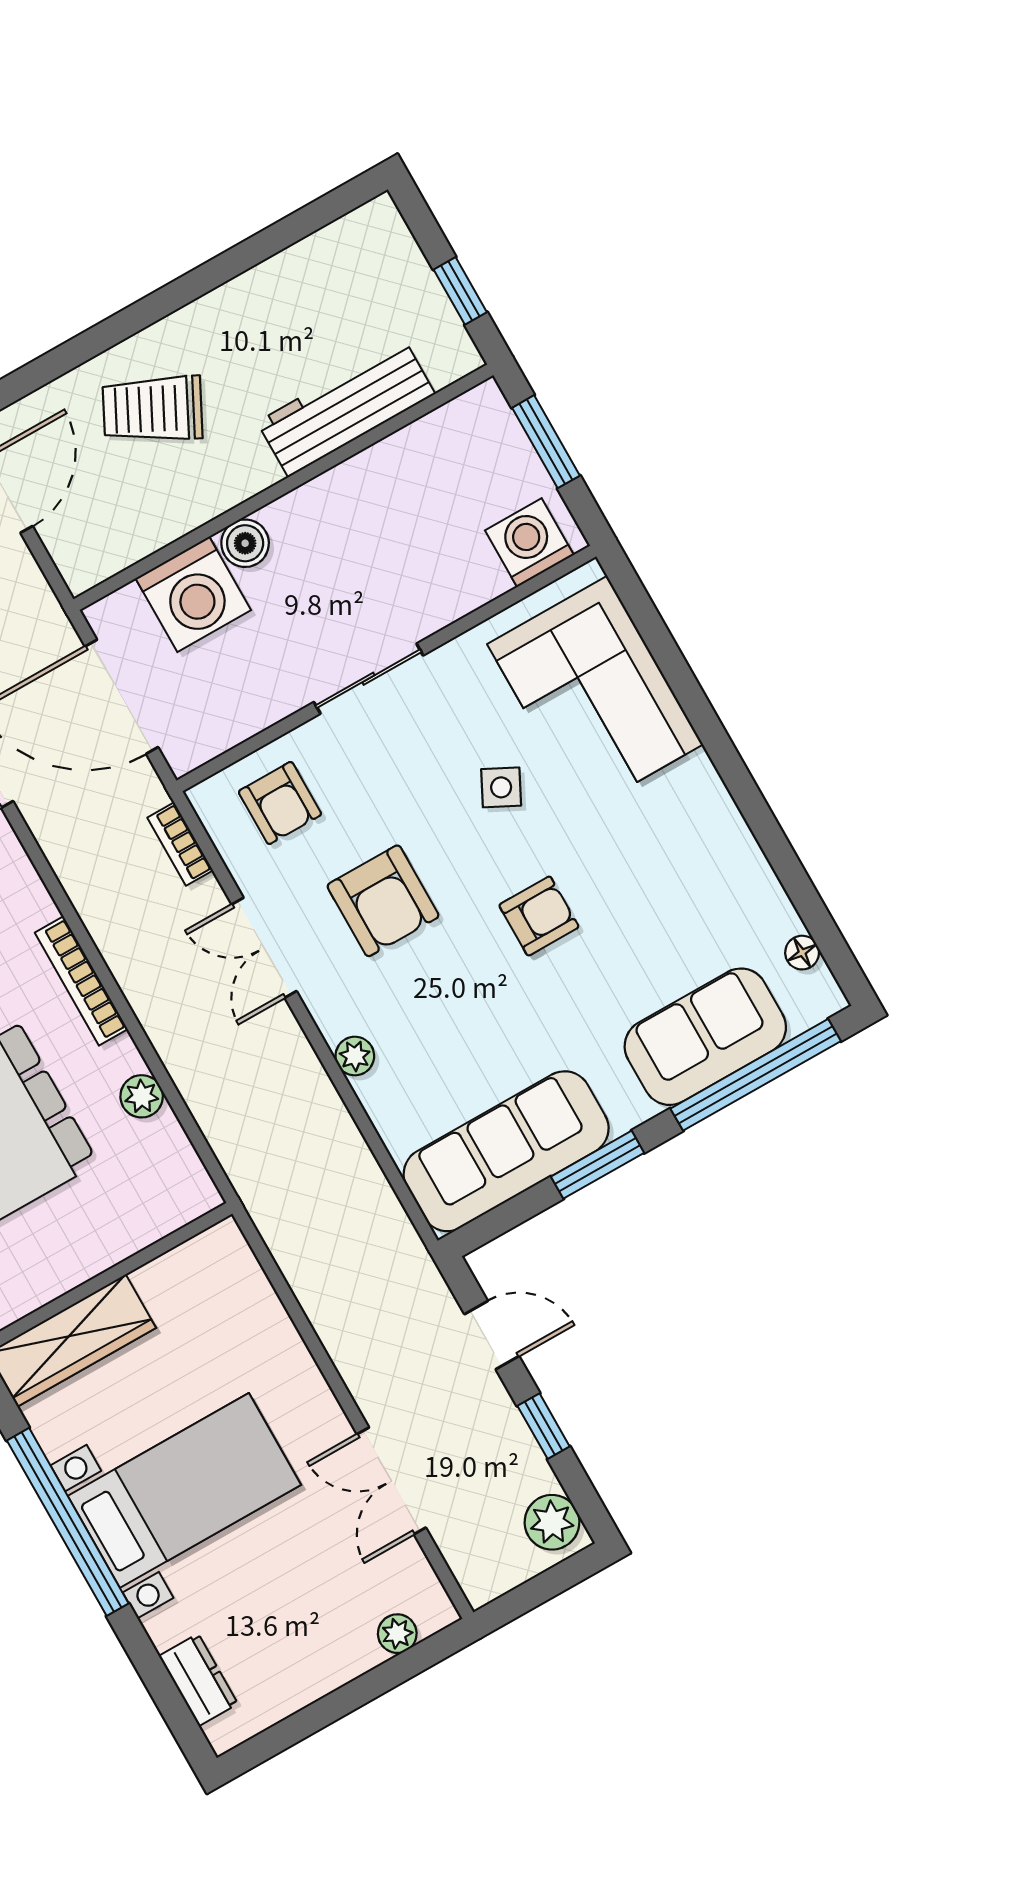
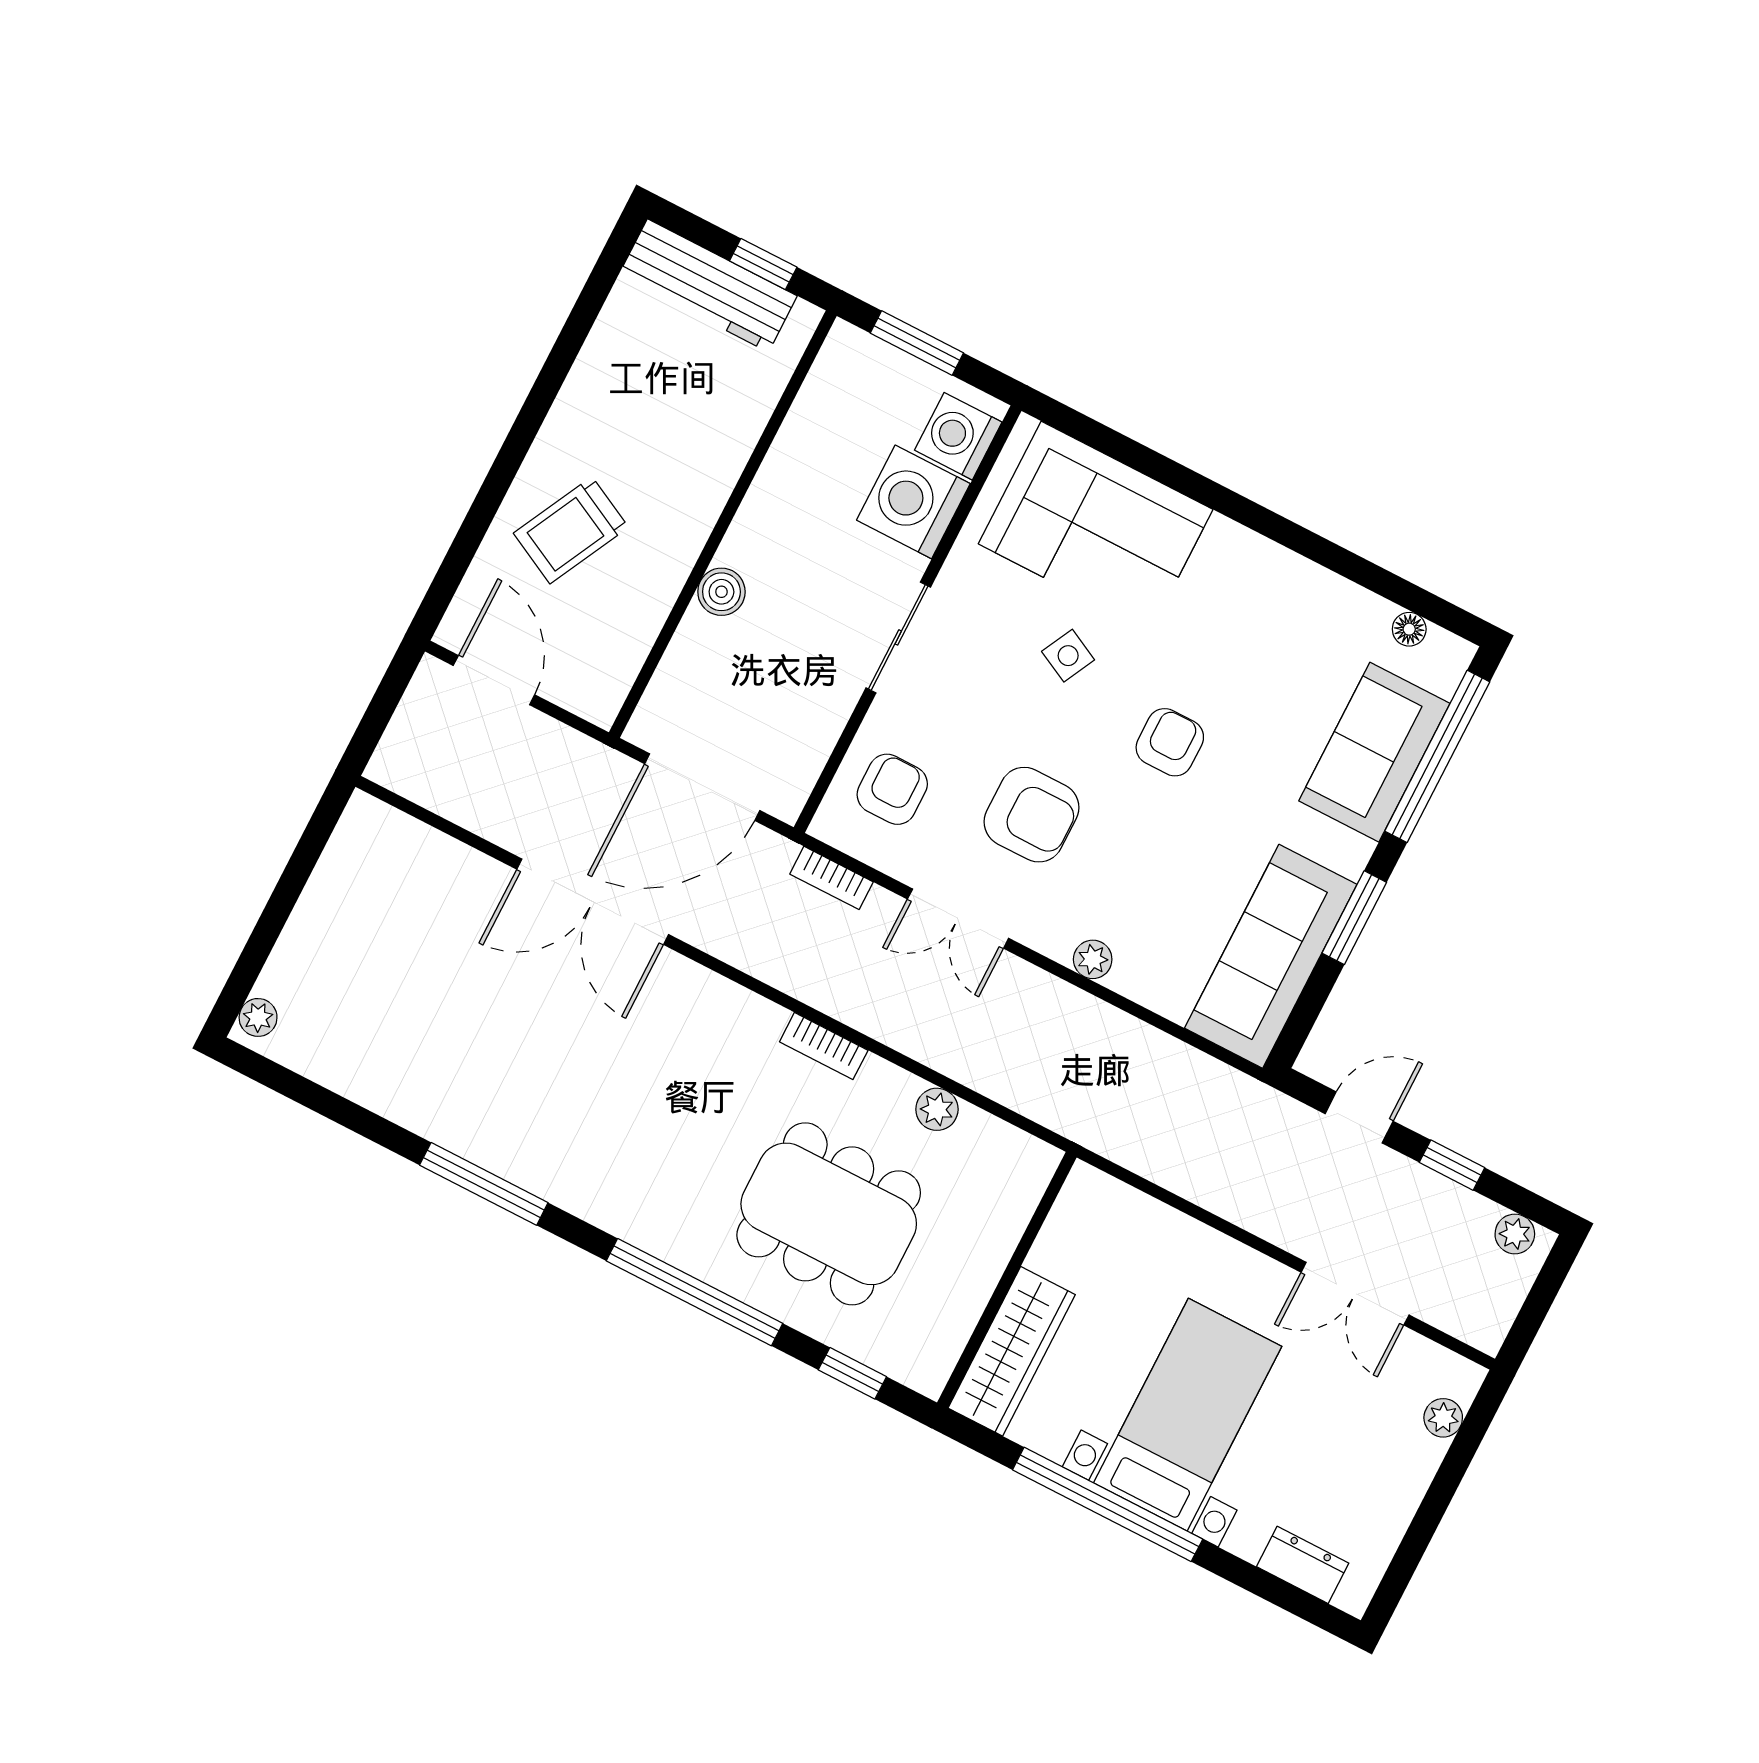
workbench: (346, 408) -> (708, 285), moved, turned -90
washing machine: (193, 594) -> (913, 502), moved, turned 180
armchair: (280, 803) -> (892, 789), turned -90
bookcase: (81, 981) -> (824, 1046), width x0.64
plant: (552, 1522) -> (1515, 1234), width x0.73, depth x0.73

